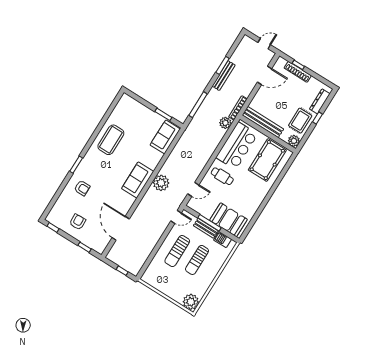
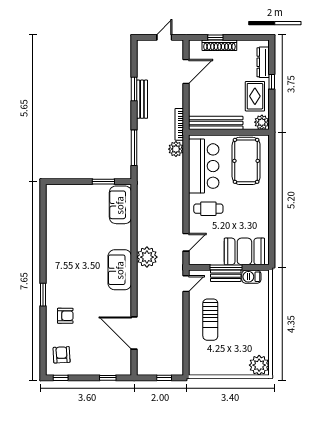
coffee table: (111, 140) -> (64, 244), removed
armchair: (78, 222) -> (62, 355), moved
sun lounger: (197, 260) -> (238, 316), removed

